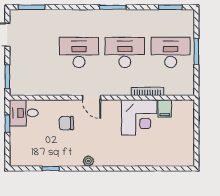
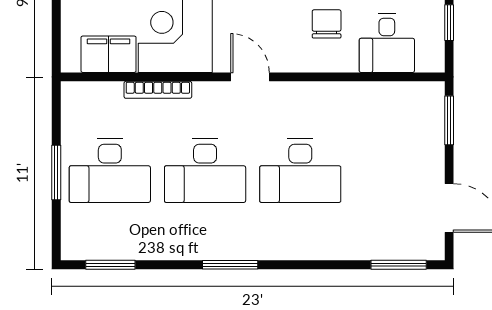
door: (91, 98) -> (250, 77), moved
filing cabinet: (165, 109) -> (109, 54), width x2.00
desk: (24, 113) -> (387, 43), moved, turned 90
chair: (66, 123) -> (327, 24), turned -90

